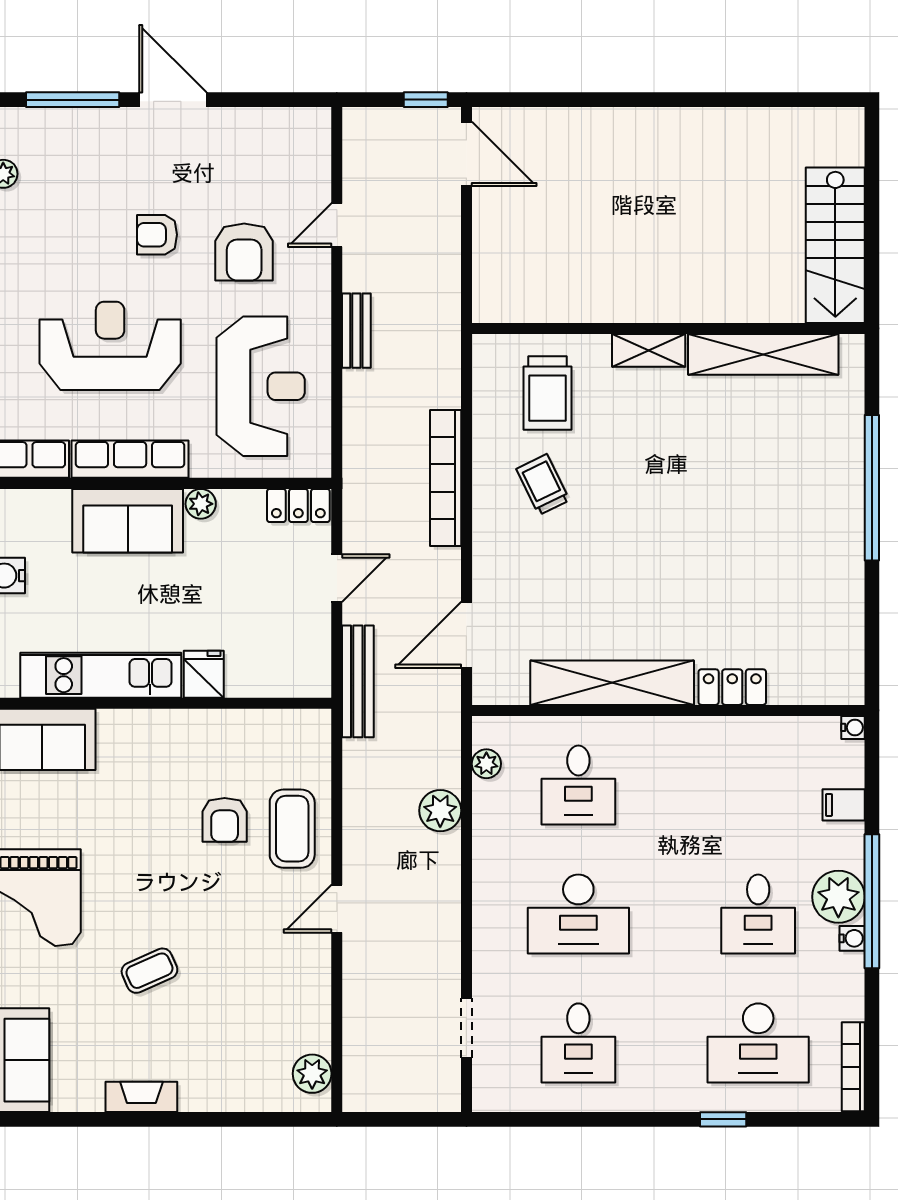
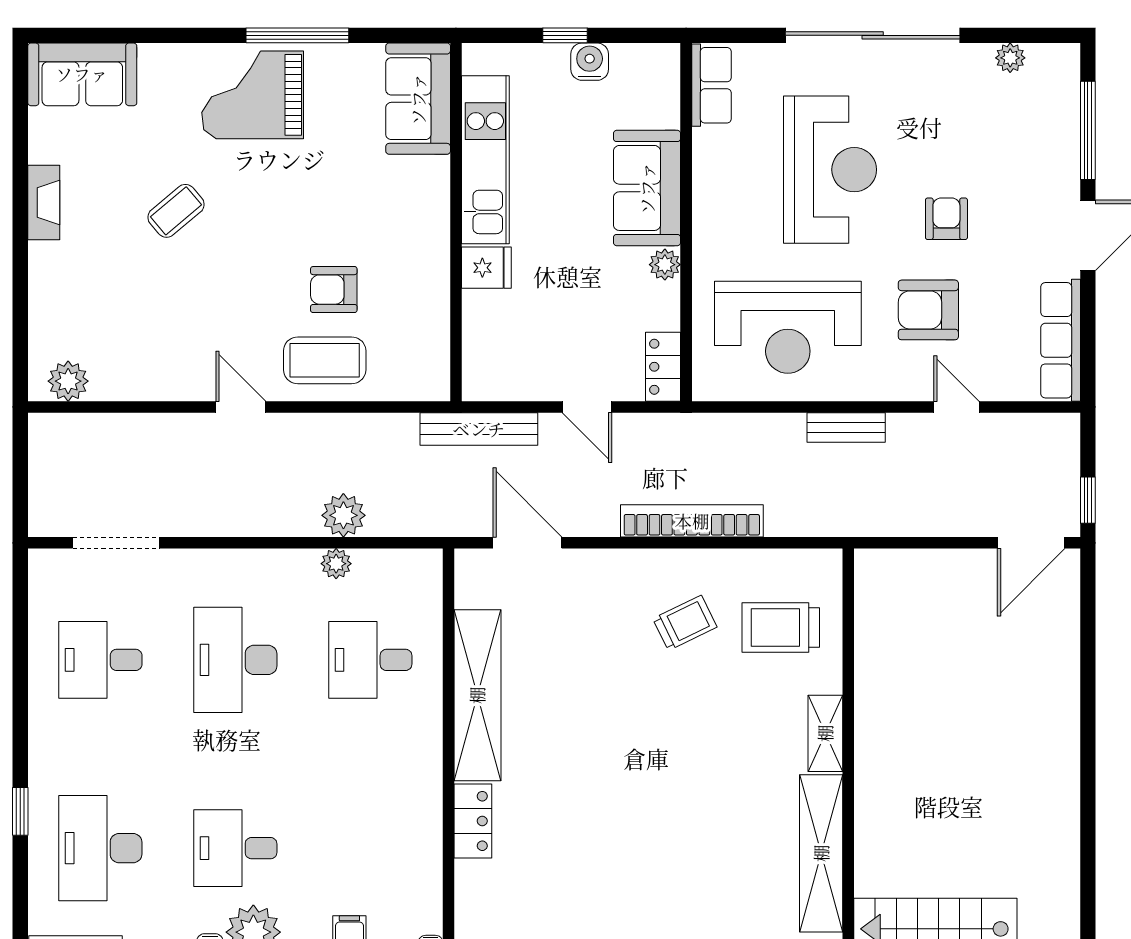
row of seats: (130, 459) -> (1061, 340), moved, turned 180
plant: (486, 764) -> (336, 564), moved
coffee table: (149, 971) -> (176, 211), turned 74
doorway: (466, 1028) -> (116, 543), width x1.38

